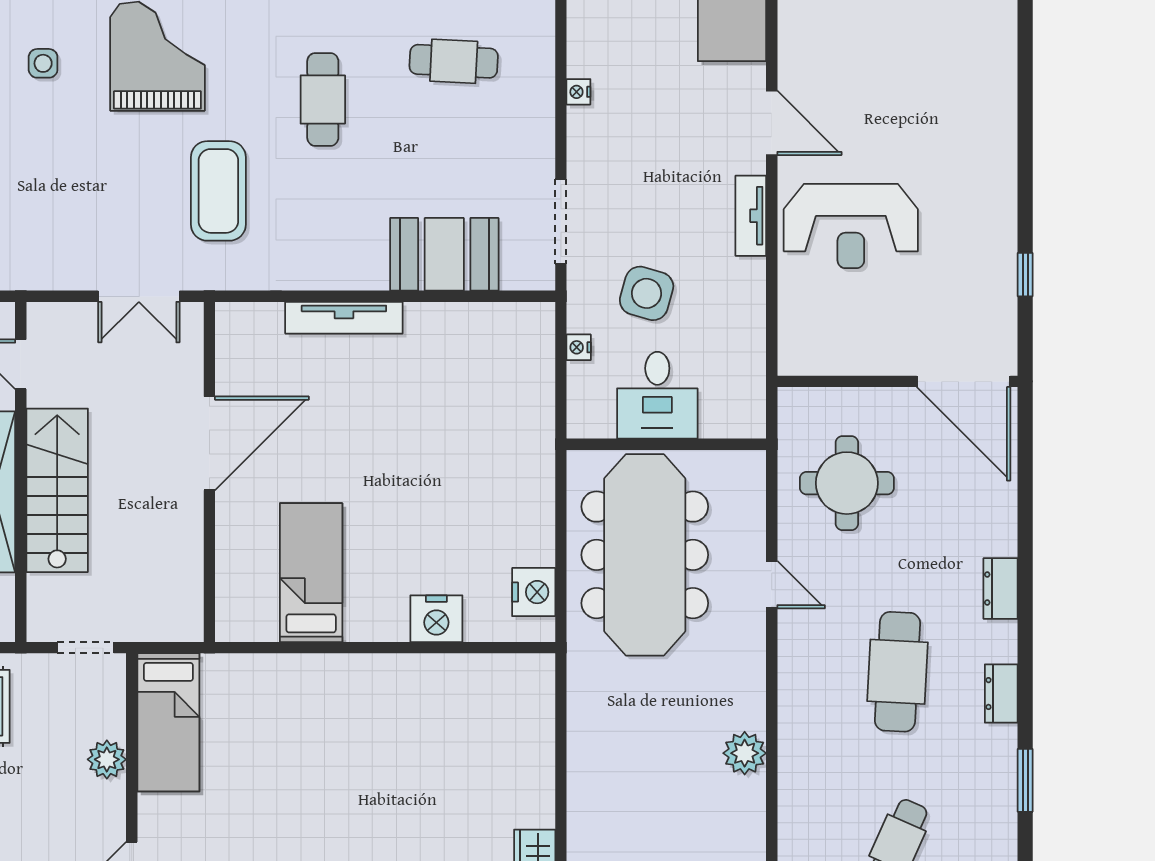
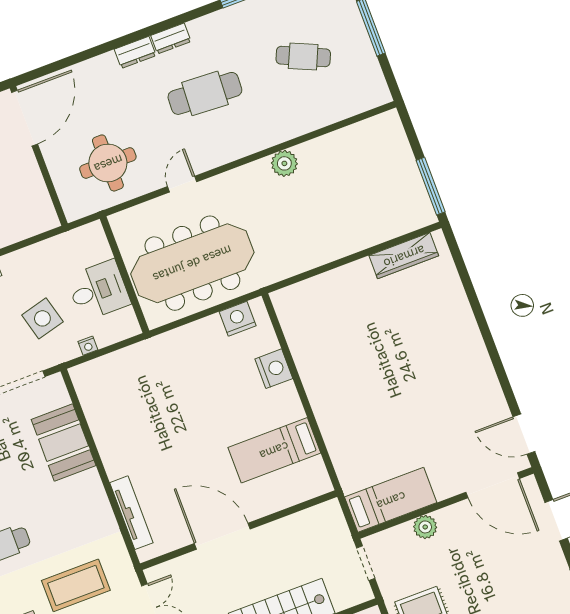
side table: (647, 293) -> (42, 318), turned -31
tv unit: (344, 318) -> (131, 513), moved
dresser: (1001, 694) -> (171, 38), moved

